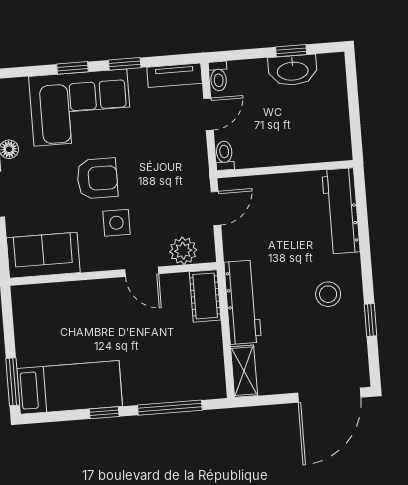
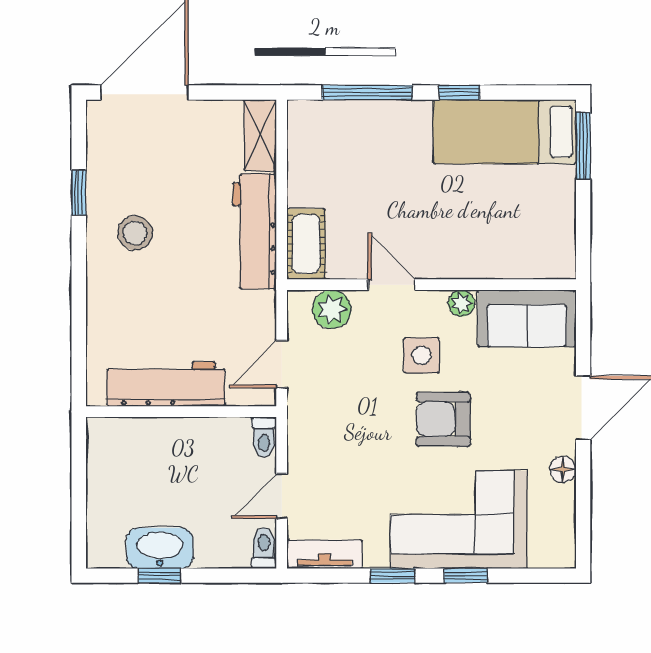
workbench: (341, 211) -> (166, 384), moved, turned -90
plant: (91, 262) -> (461, 303), added

